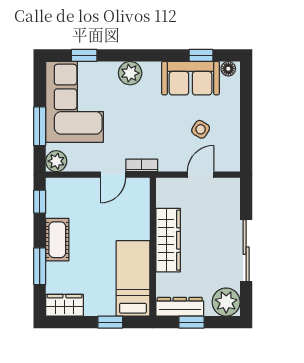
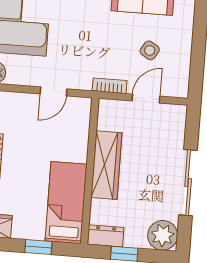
bookcase: (142, 165) -> (110, 86), moved
dresser: (180, 307) -> (106, 236), width x0.70

